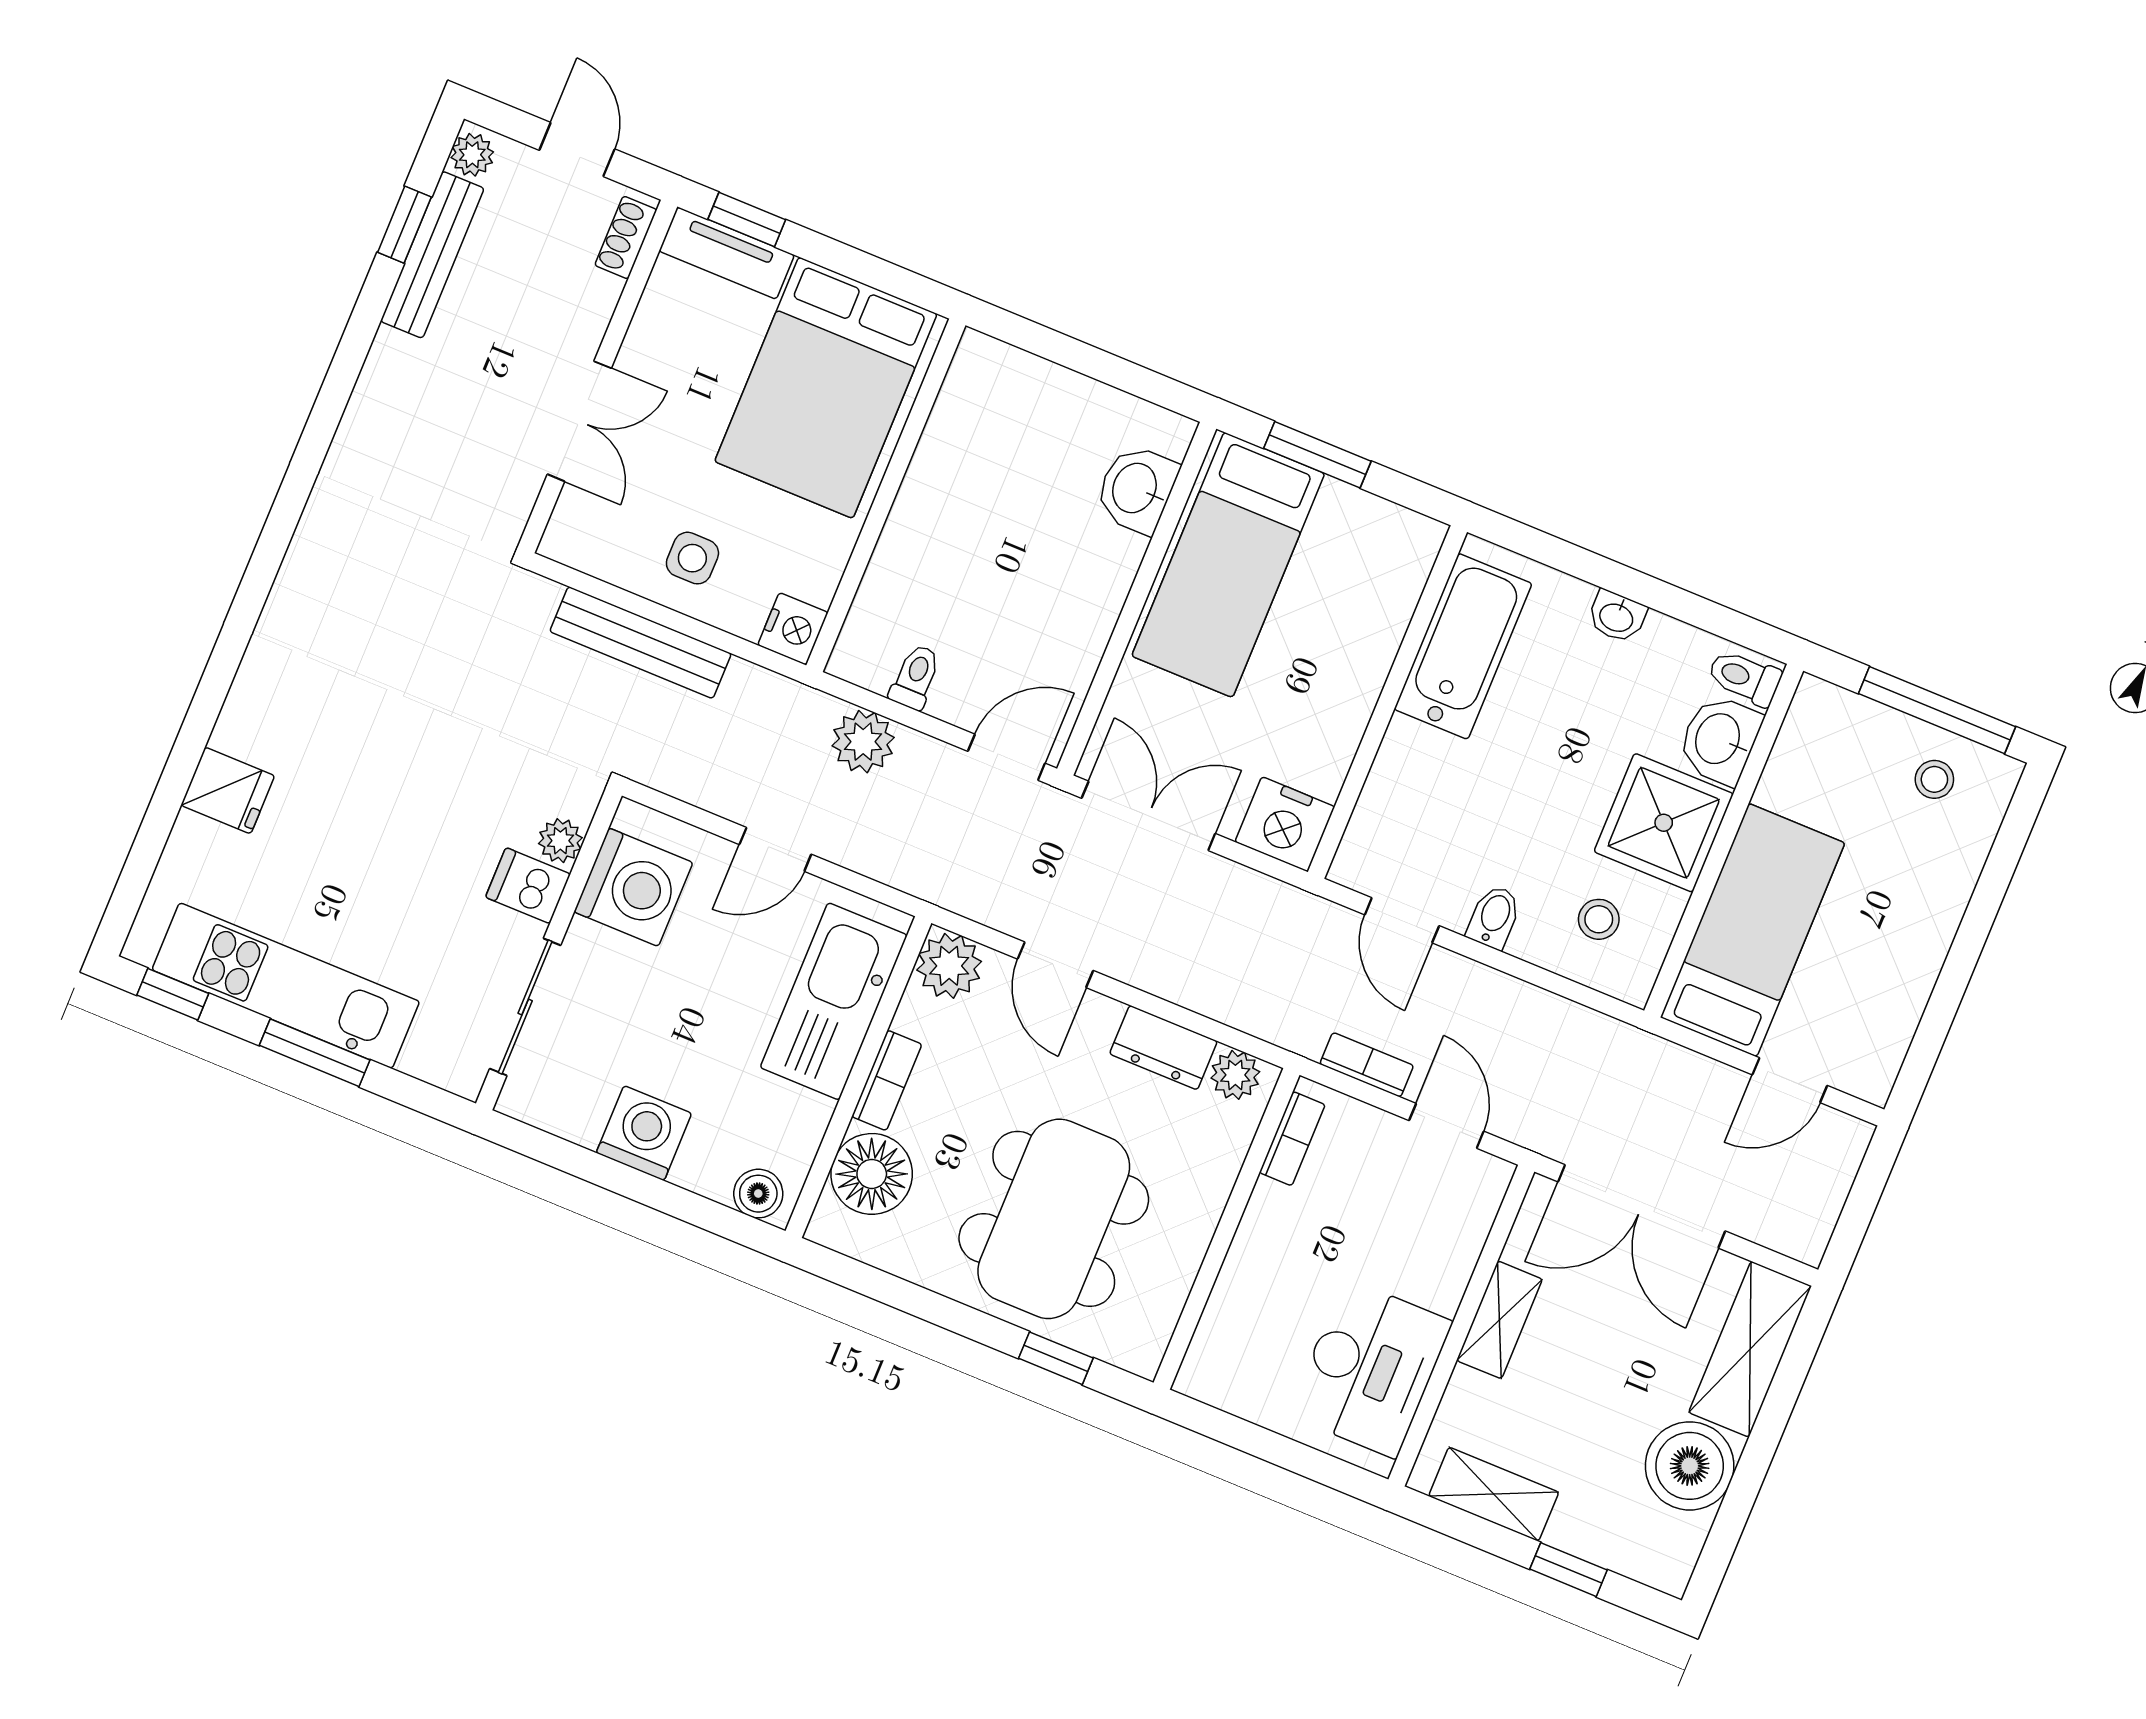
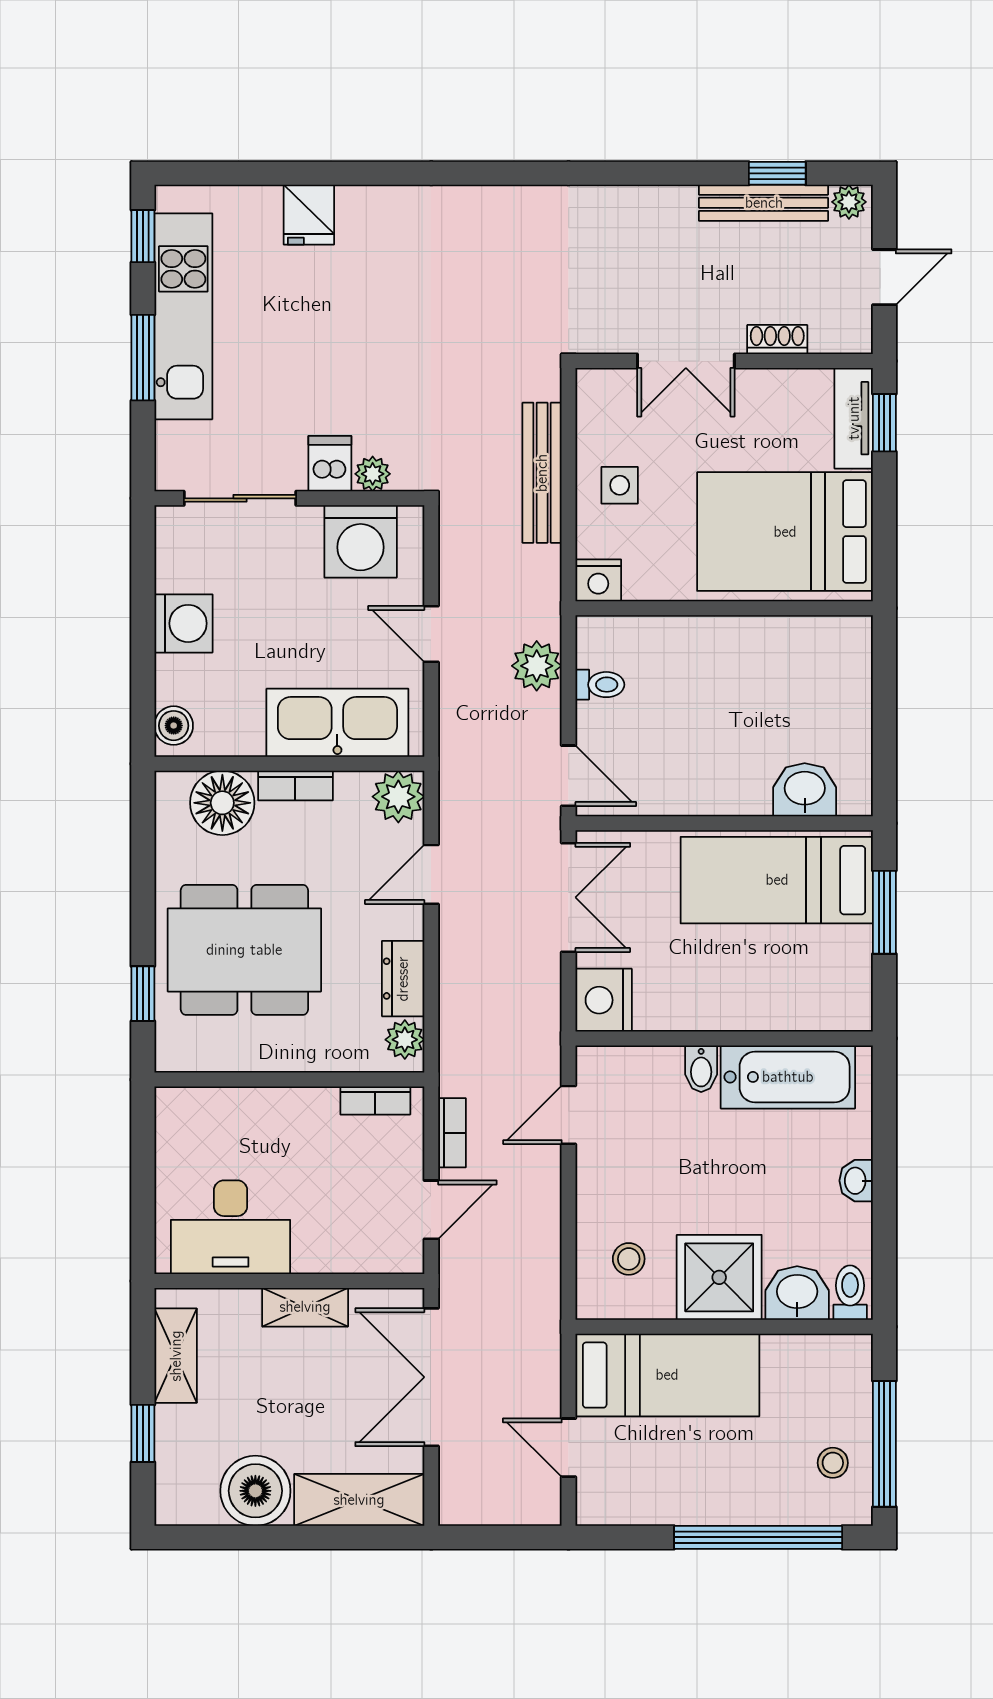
shoe rack: (626, 237) -> (777, 339), moved
window: (1985, 902) -> (758, 1537), added
bidet: (1494, 917) -> (701, 1069), moved, turned 90

